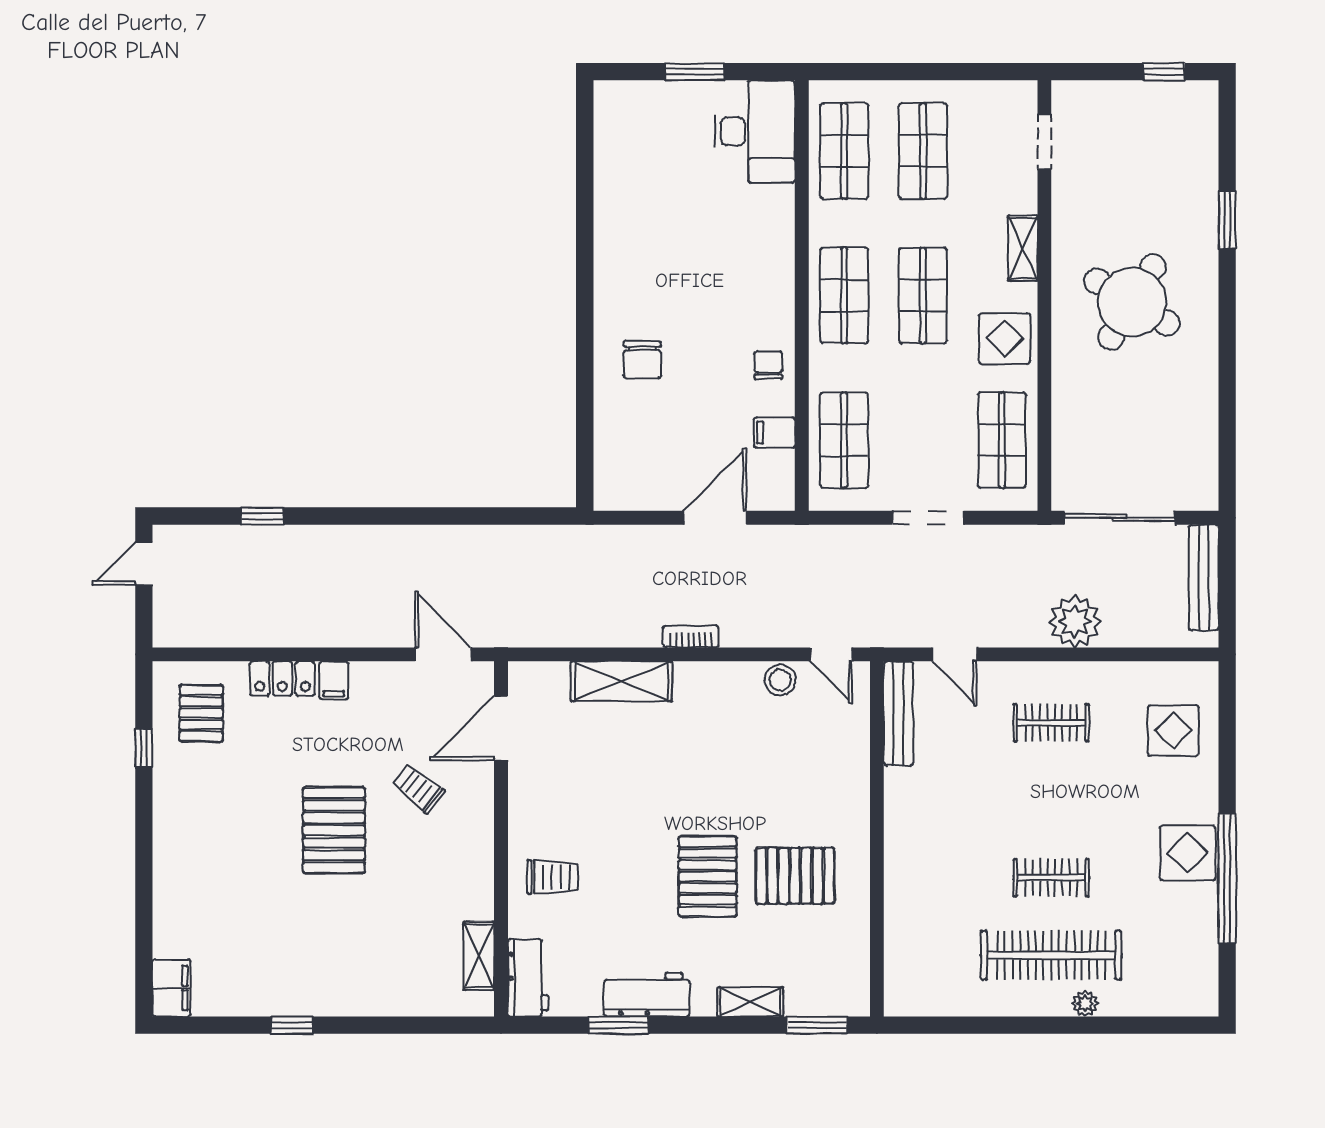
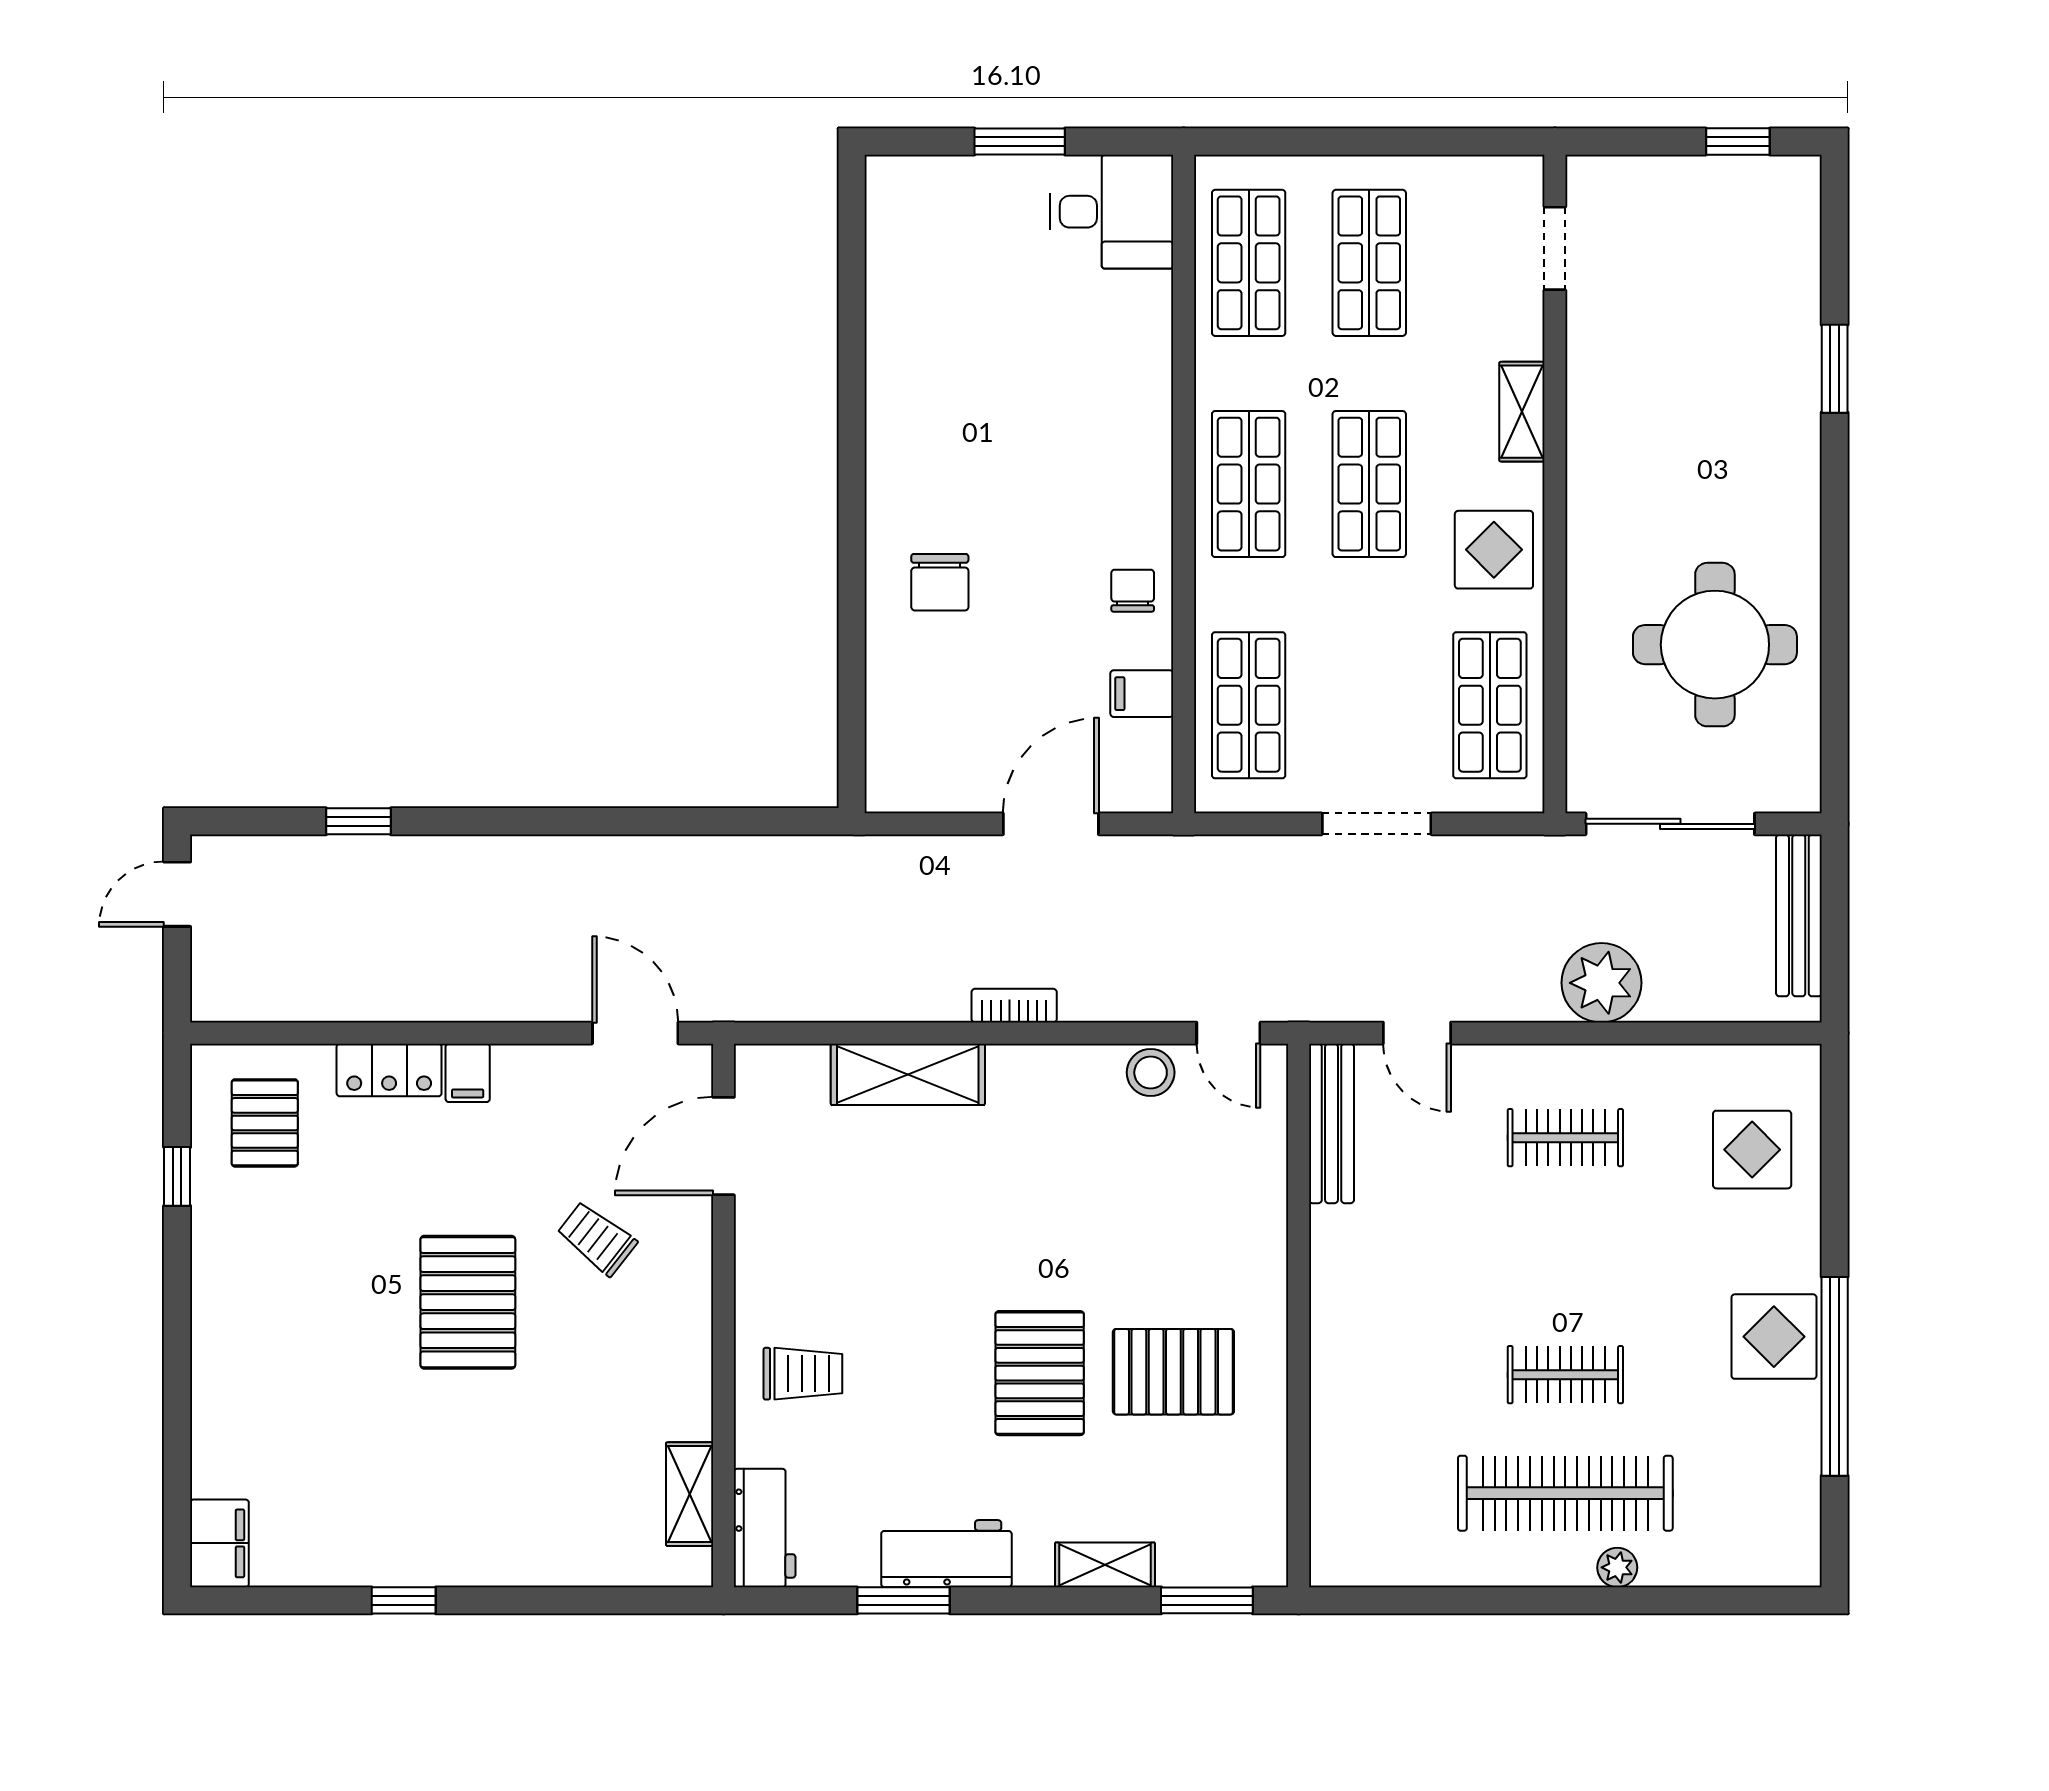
desk: (755, 131) -> (1112, 212), width x0.73
round table: (1132, 302) -> (1715, 645), moved, turned -31

